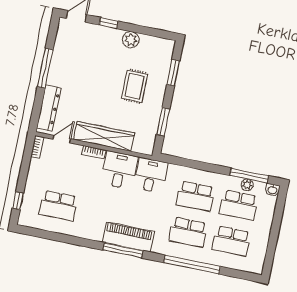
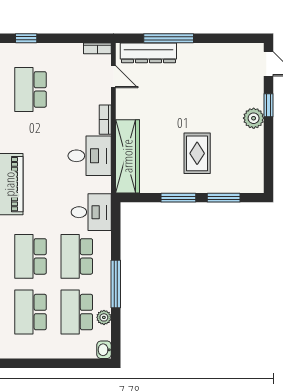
plant: (131, 40) -> (254, 118), moved
window: (45, 68) -> (169, 38), moved
rug: (135, 86) -> (197, 153), turned 90
window: (163, 122) -> (178, 198), moved
wardrobe: (104, 136) -> (127, 156), moved
desk: (151, 175) -> (91, 212), moved
window: (249, 176) -> (116, 284), moved

